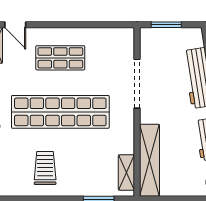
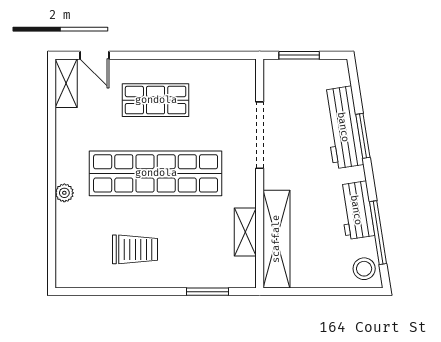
trolley: (45, 168) -> (135, 249), turned 90
shelving: (126, 172) -> (245, 232), moved

